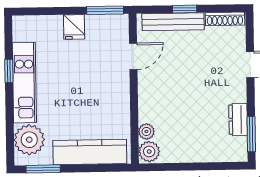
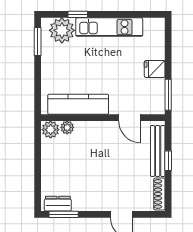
window: (9, 71) -> (78, 14), moved
dresser: (238, 120) -> (58, 204), moved
kitchen counter: (90, 152) -> (78, 104), moved, turned -90

